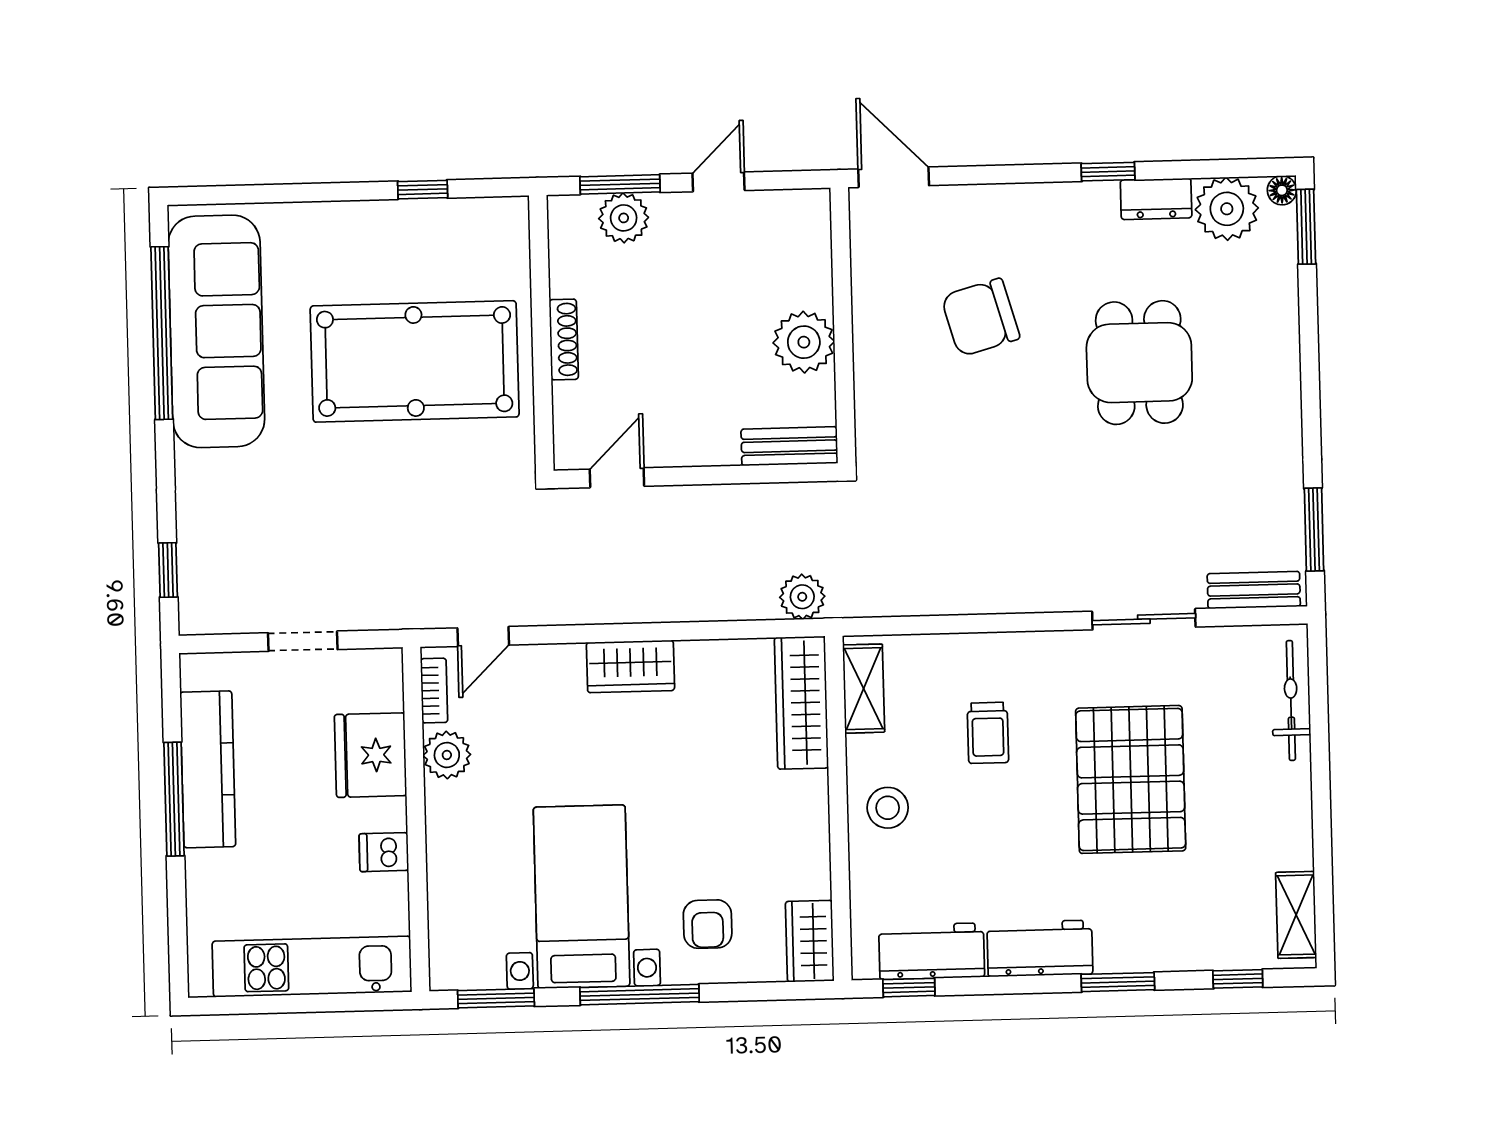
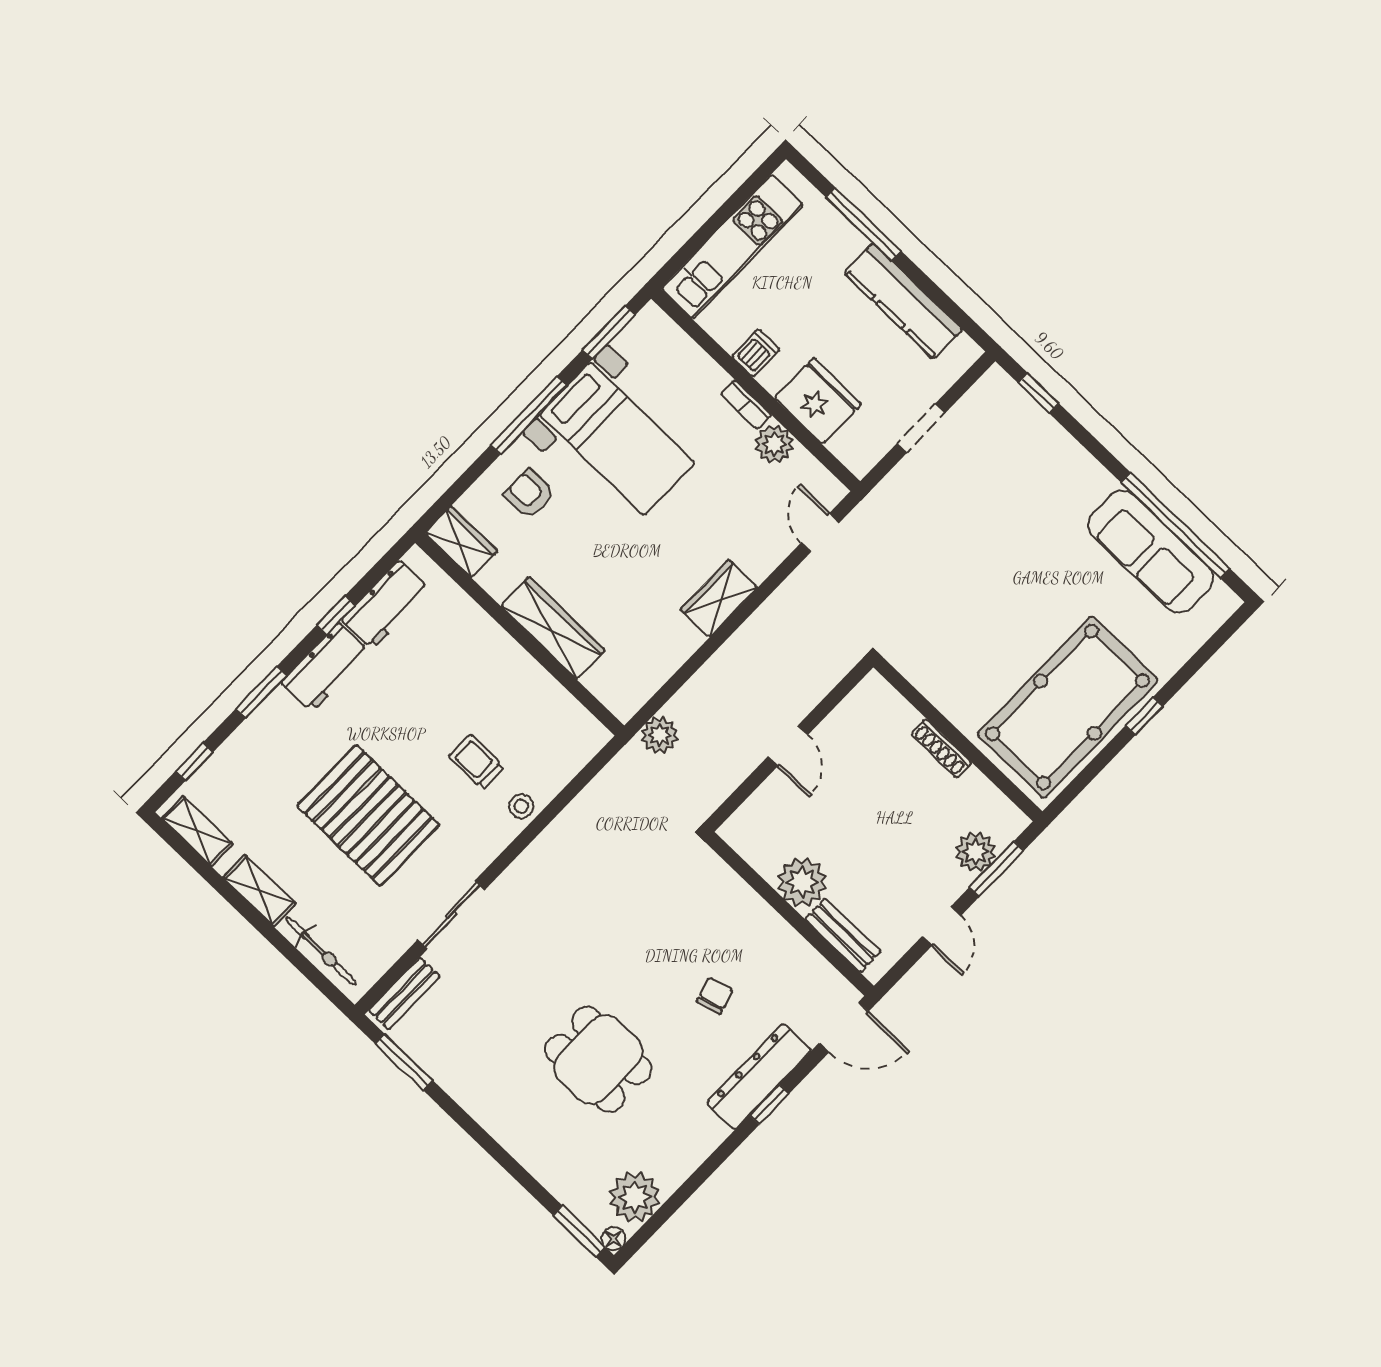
window: (1108, 172) -> (769, 1104), moved
window: (423, 190) -> (1144, 716), moved
dresser: (1156, 199) -> (759, 1077), moved, width x1.96, depth x1.24
chair: (980, 317) -> (715, 996), width x0.54, depth x0.54
sofa: (216, 331) -> (1151, 552), width x0.74, depth x0.79
pool table: (415, 361) -> (1068, 707), moved
bench: (789, 446) -> (843, 935), moved, turned 90
door: (617, 478) -> (788, 746), moved
shelving: (864, 689) -> (259, 891), moved
bookcase: (434, 691) -> (746, 405), moved
wardrobe: (801, 703) -> (553, 628), moved
window: (174, 799) -> (863, 224), moved
stool: (888, 808) -> (521, 806), moved, width x0.73, depth x0.73
window: (909, 988) -> (336, 615), moved

